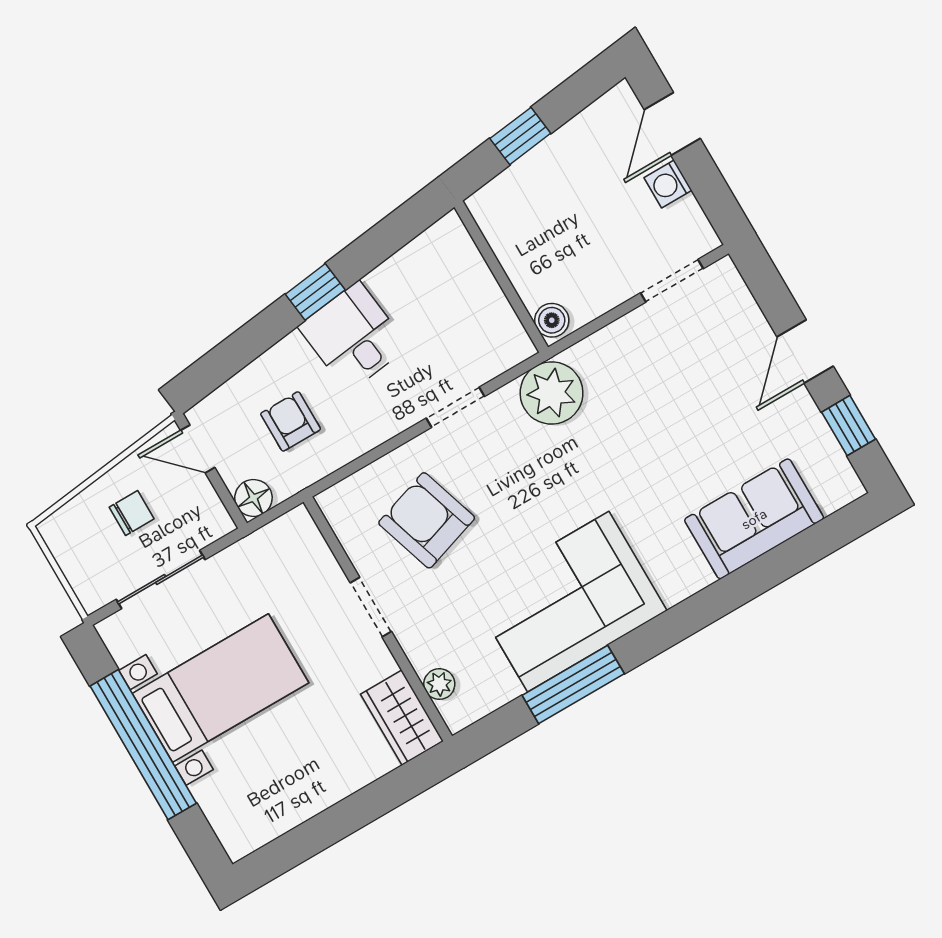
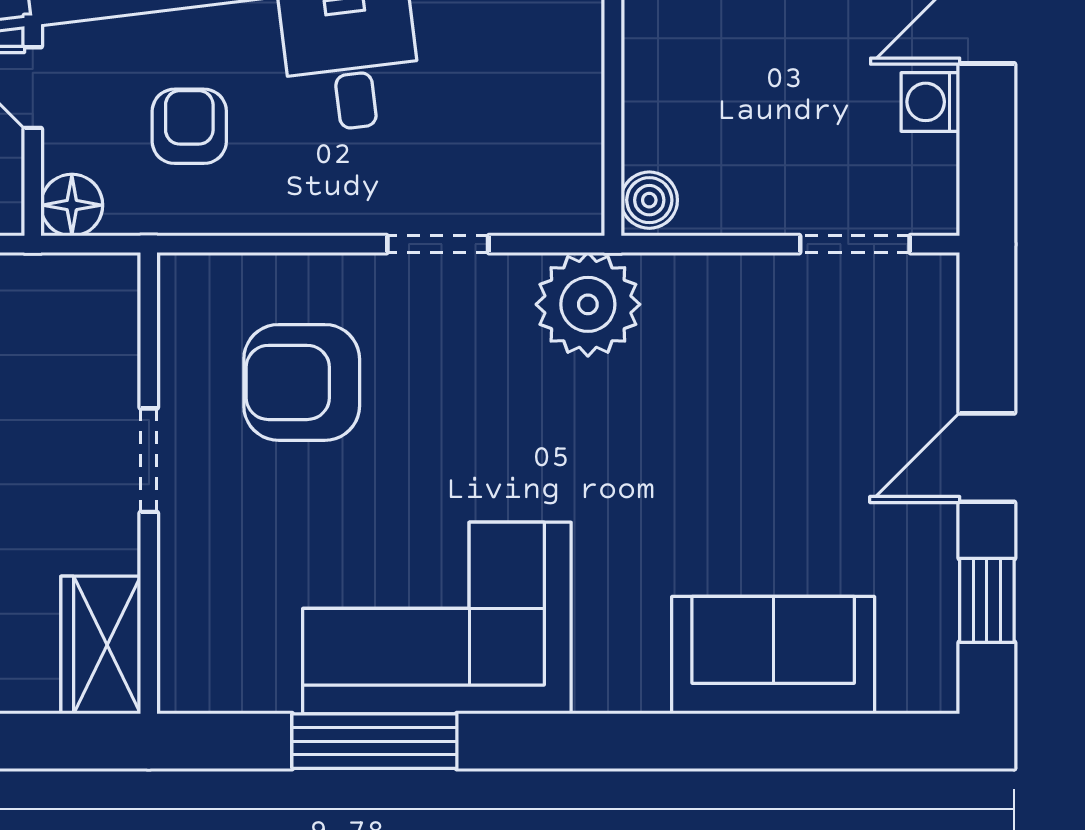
armchair: (427, 520) -> (302, 382), turned -72
plant: (439, 684) -> (183, 628), removed

